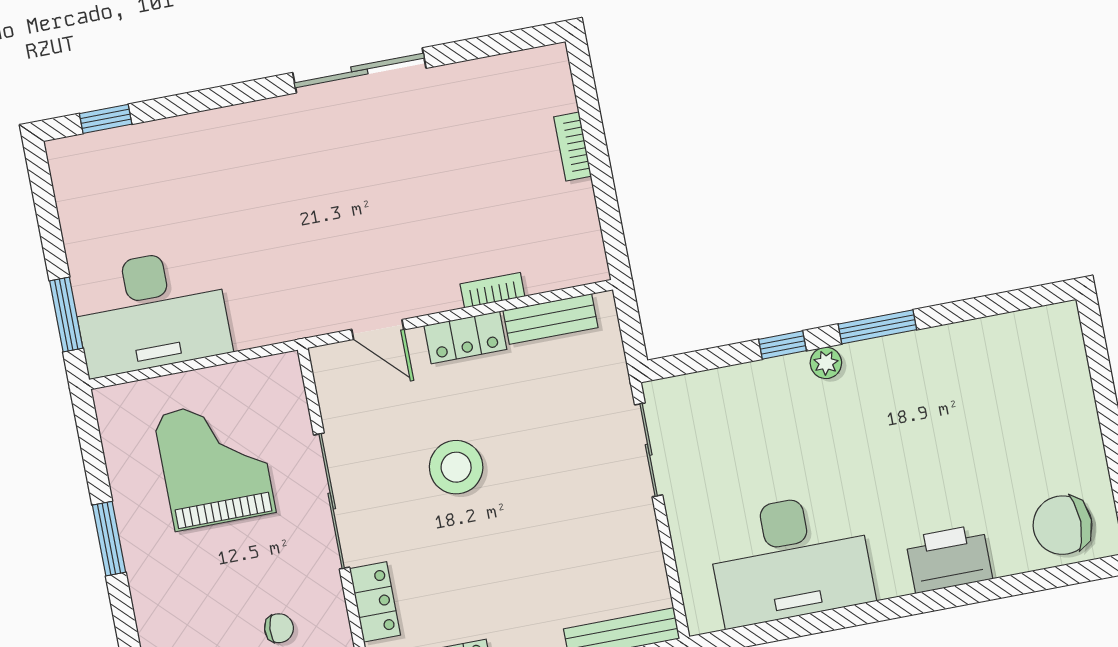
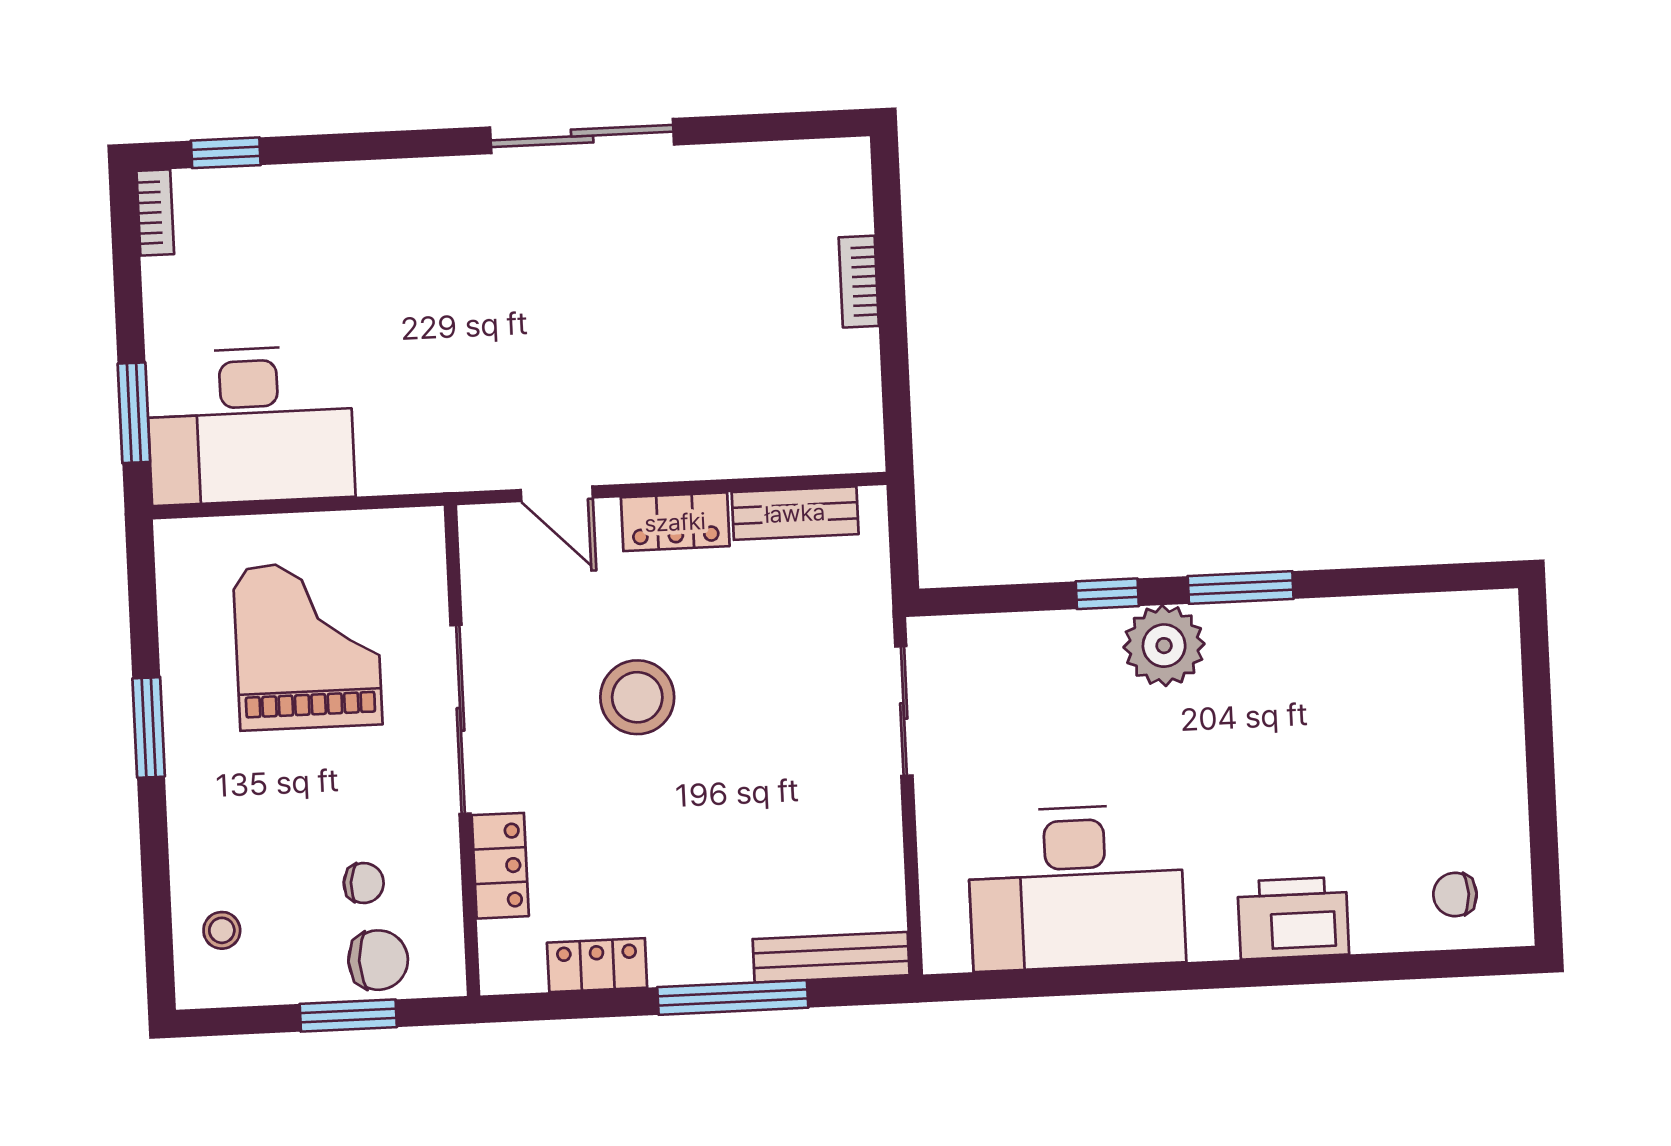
bookcase: (492, 290) -> (155, 212), moved, turned 90
plant: (826, 363) -> (1164, 646), width x1.87, depth x1.87
chair: (1062, 525) -> (1455, 894), width x0.54, depth x0.54

